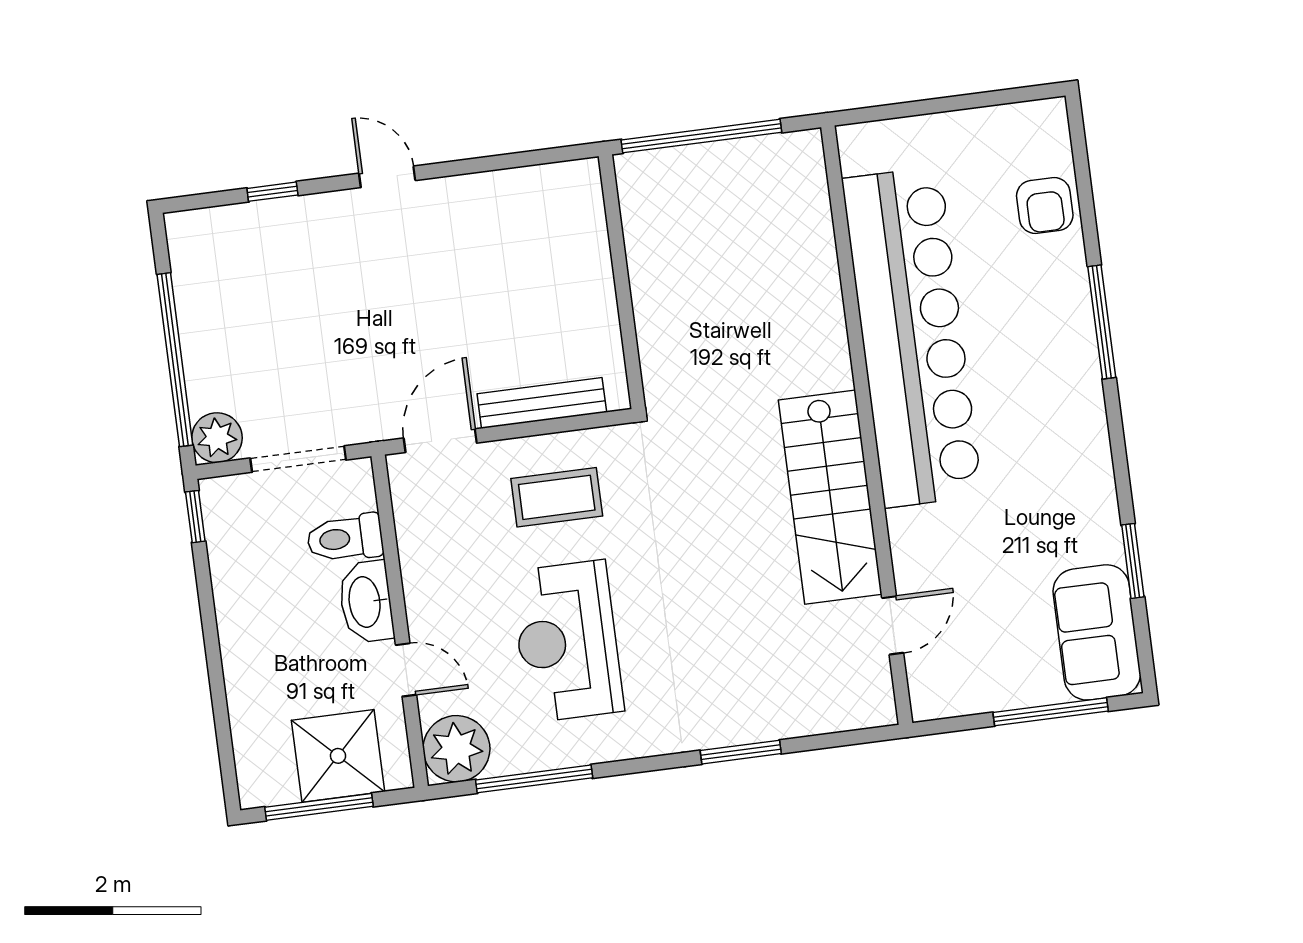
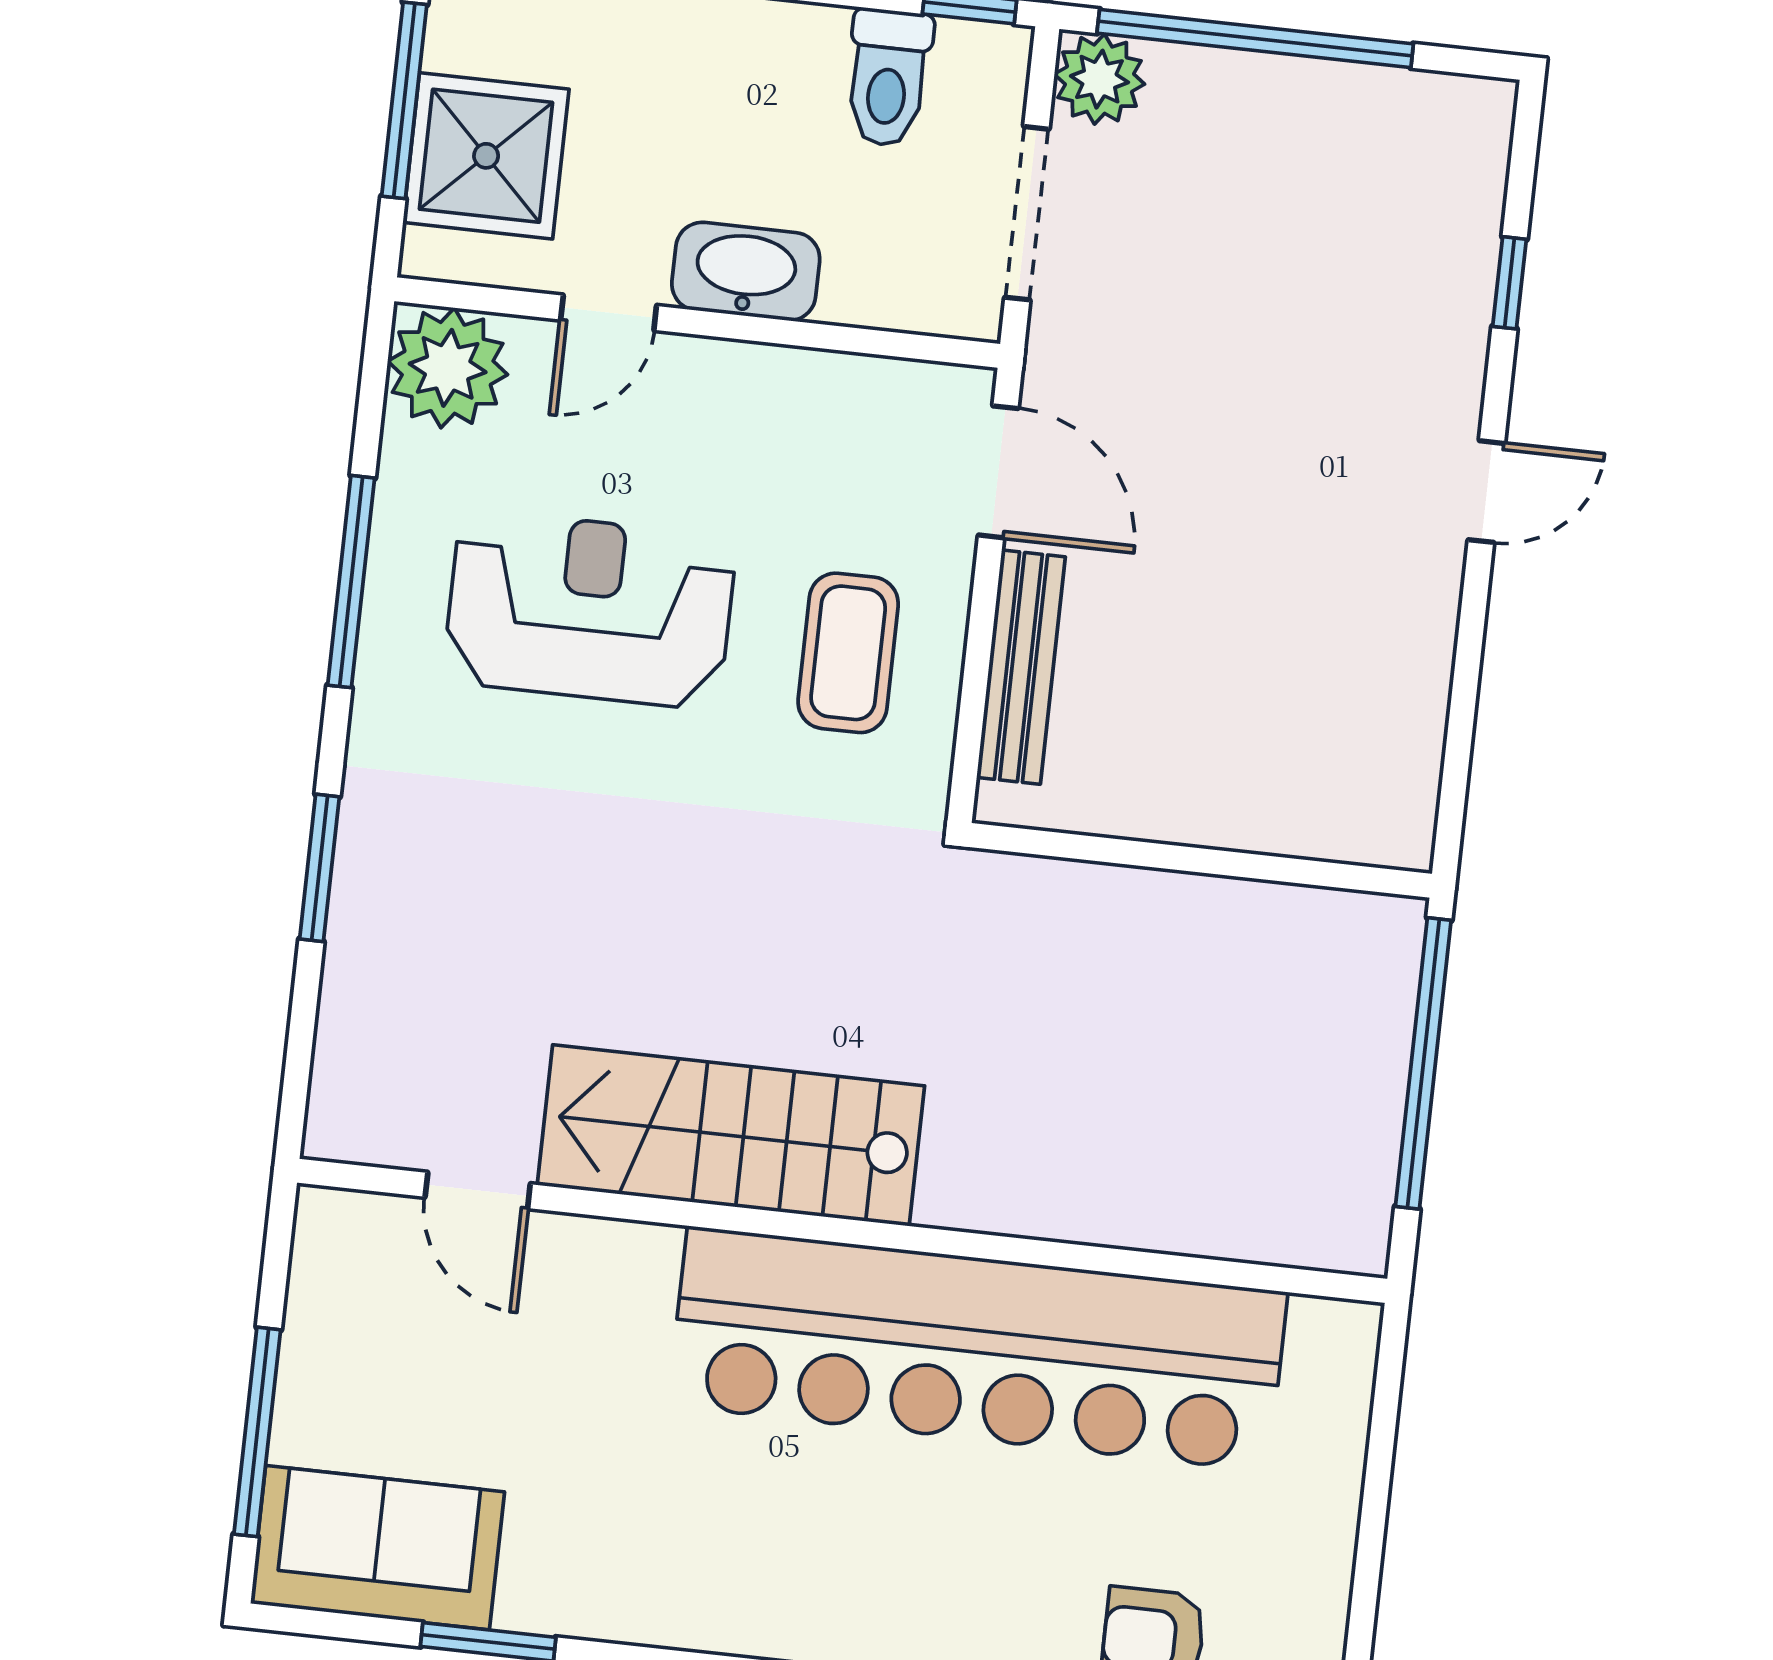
toilet: (345, 538) -> (888, 78), moved, turned 180
window: (534, 779) -> (351, 582), moved

